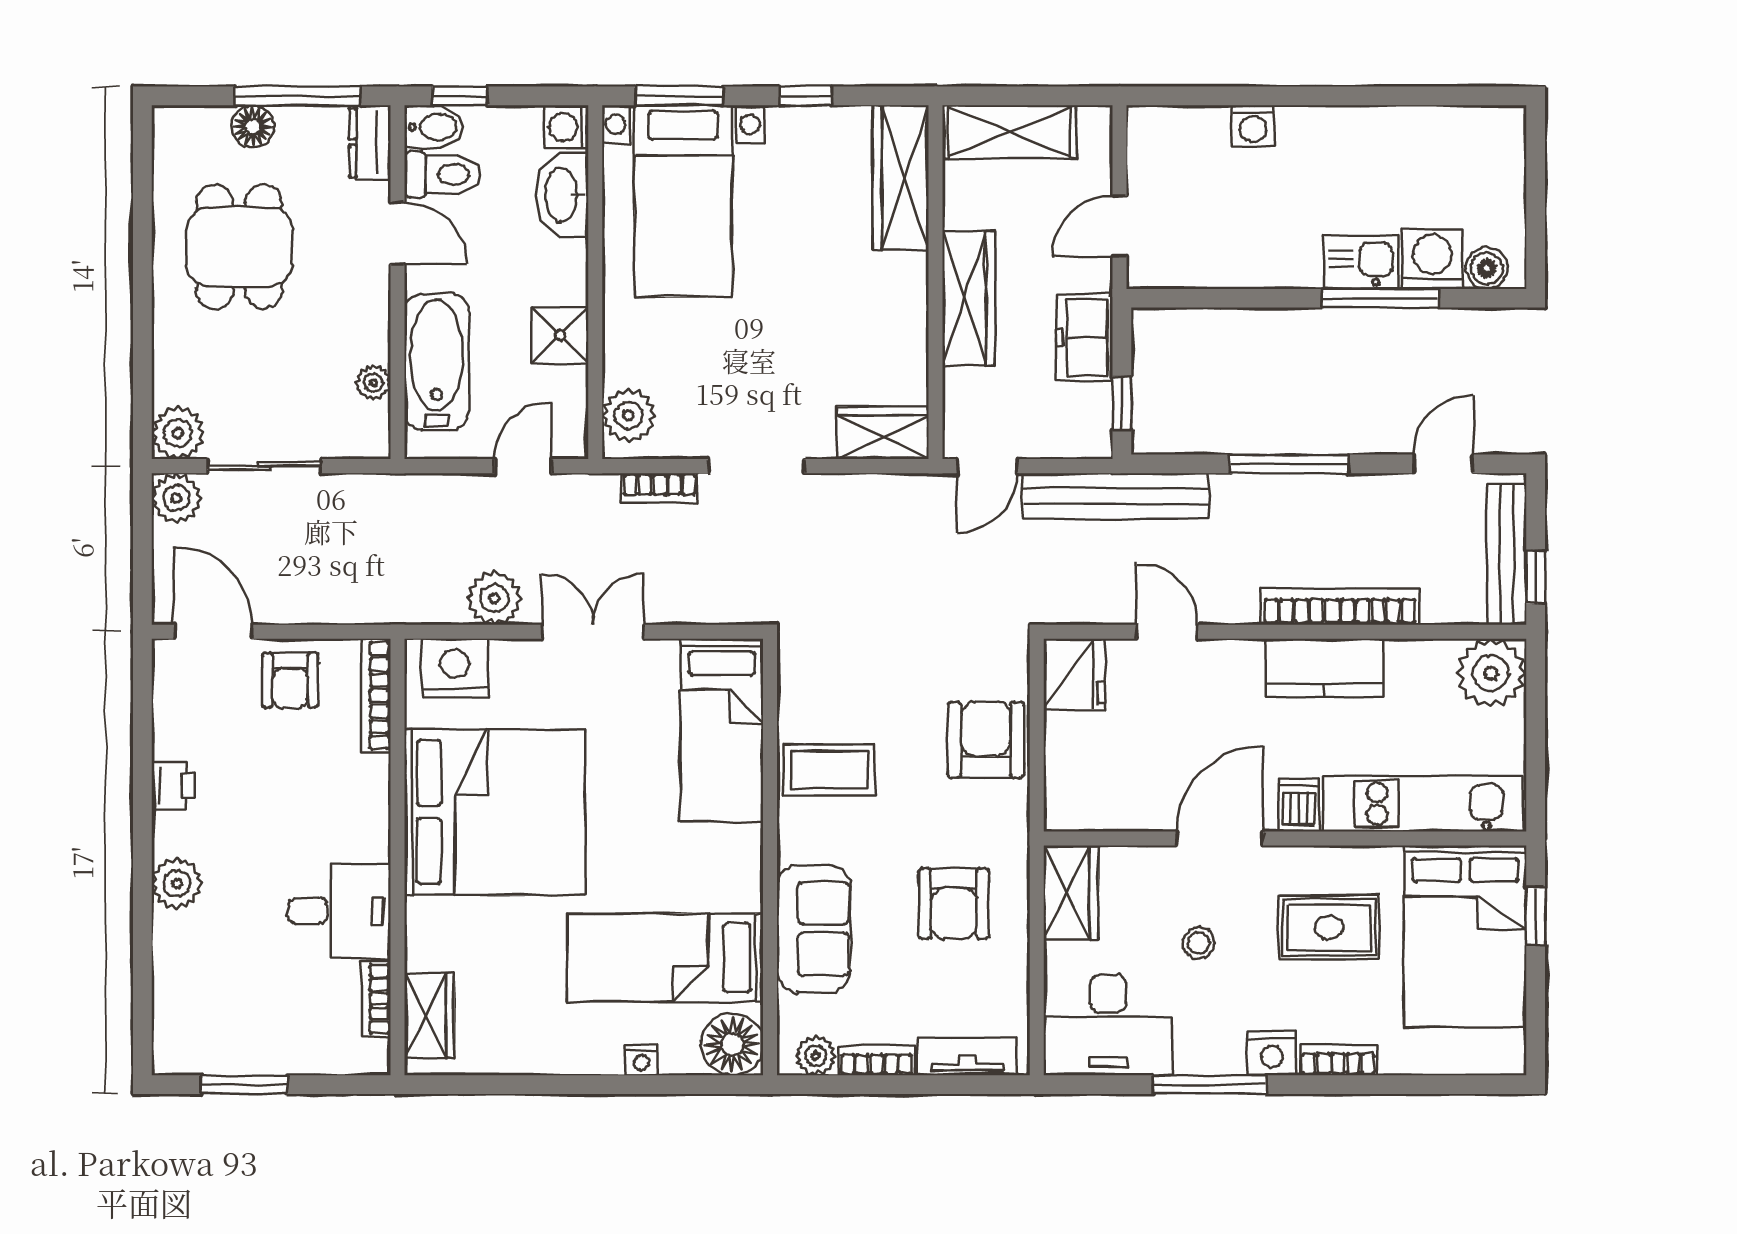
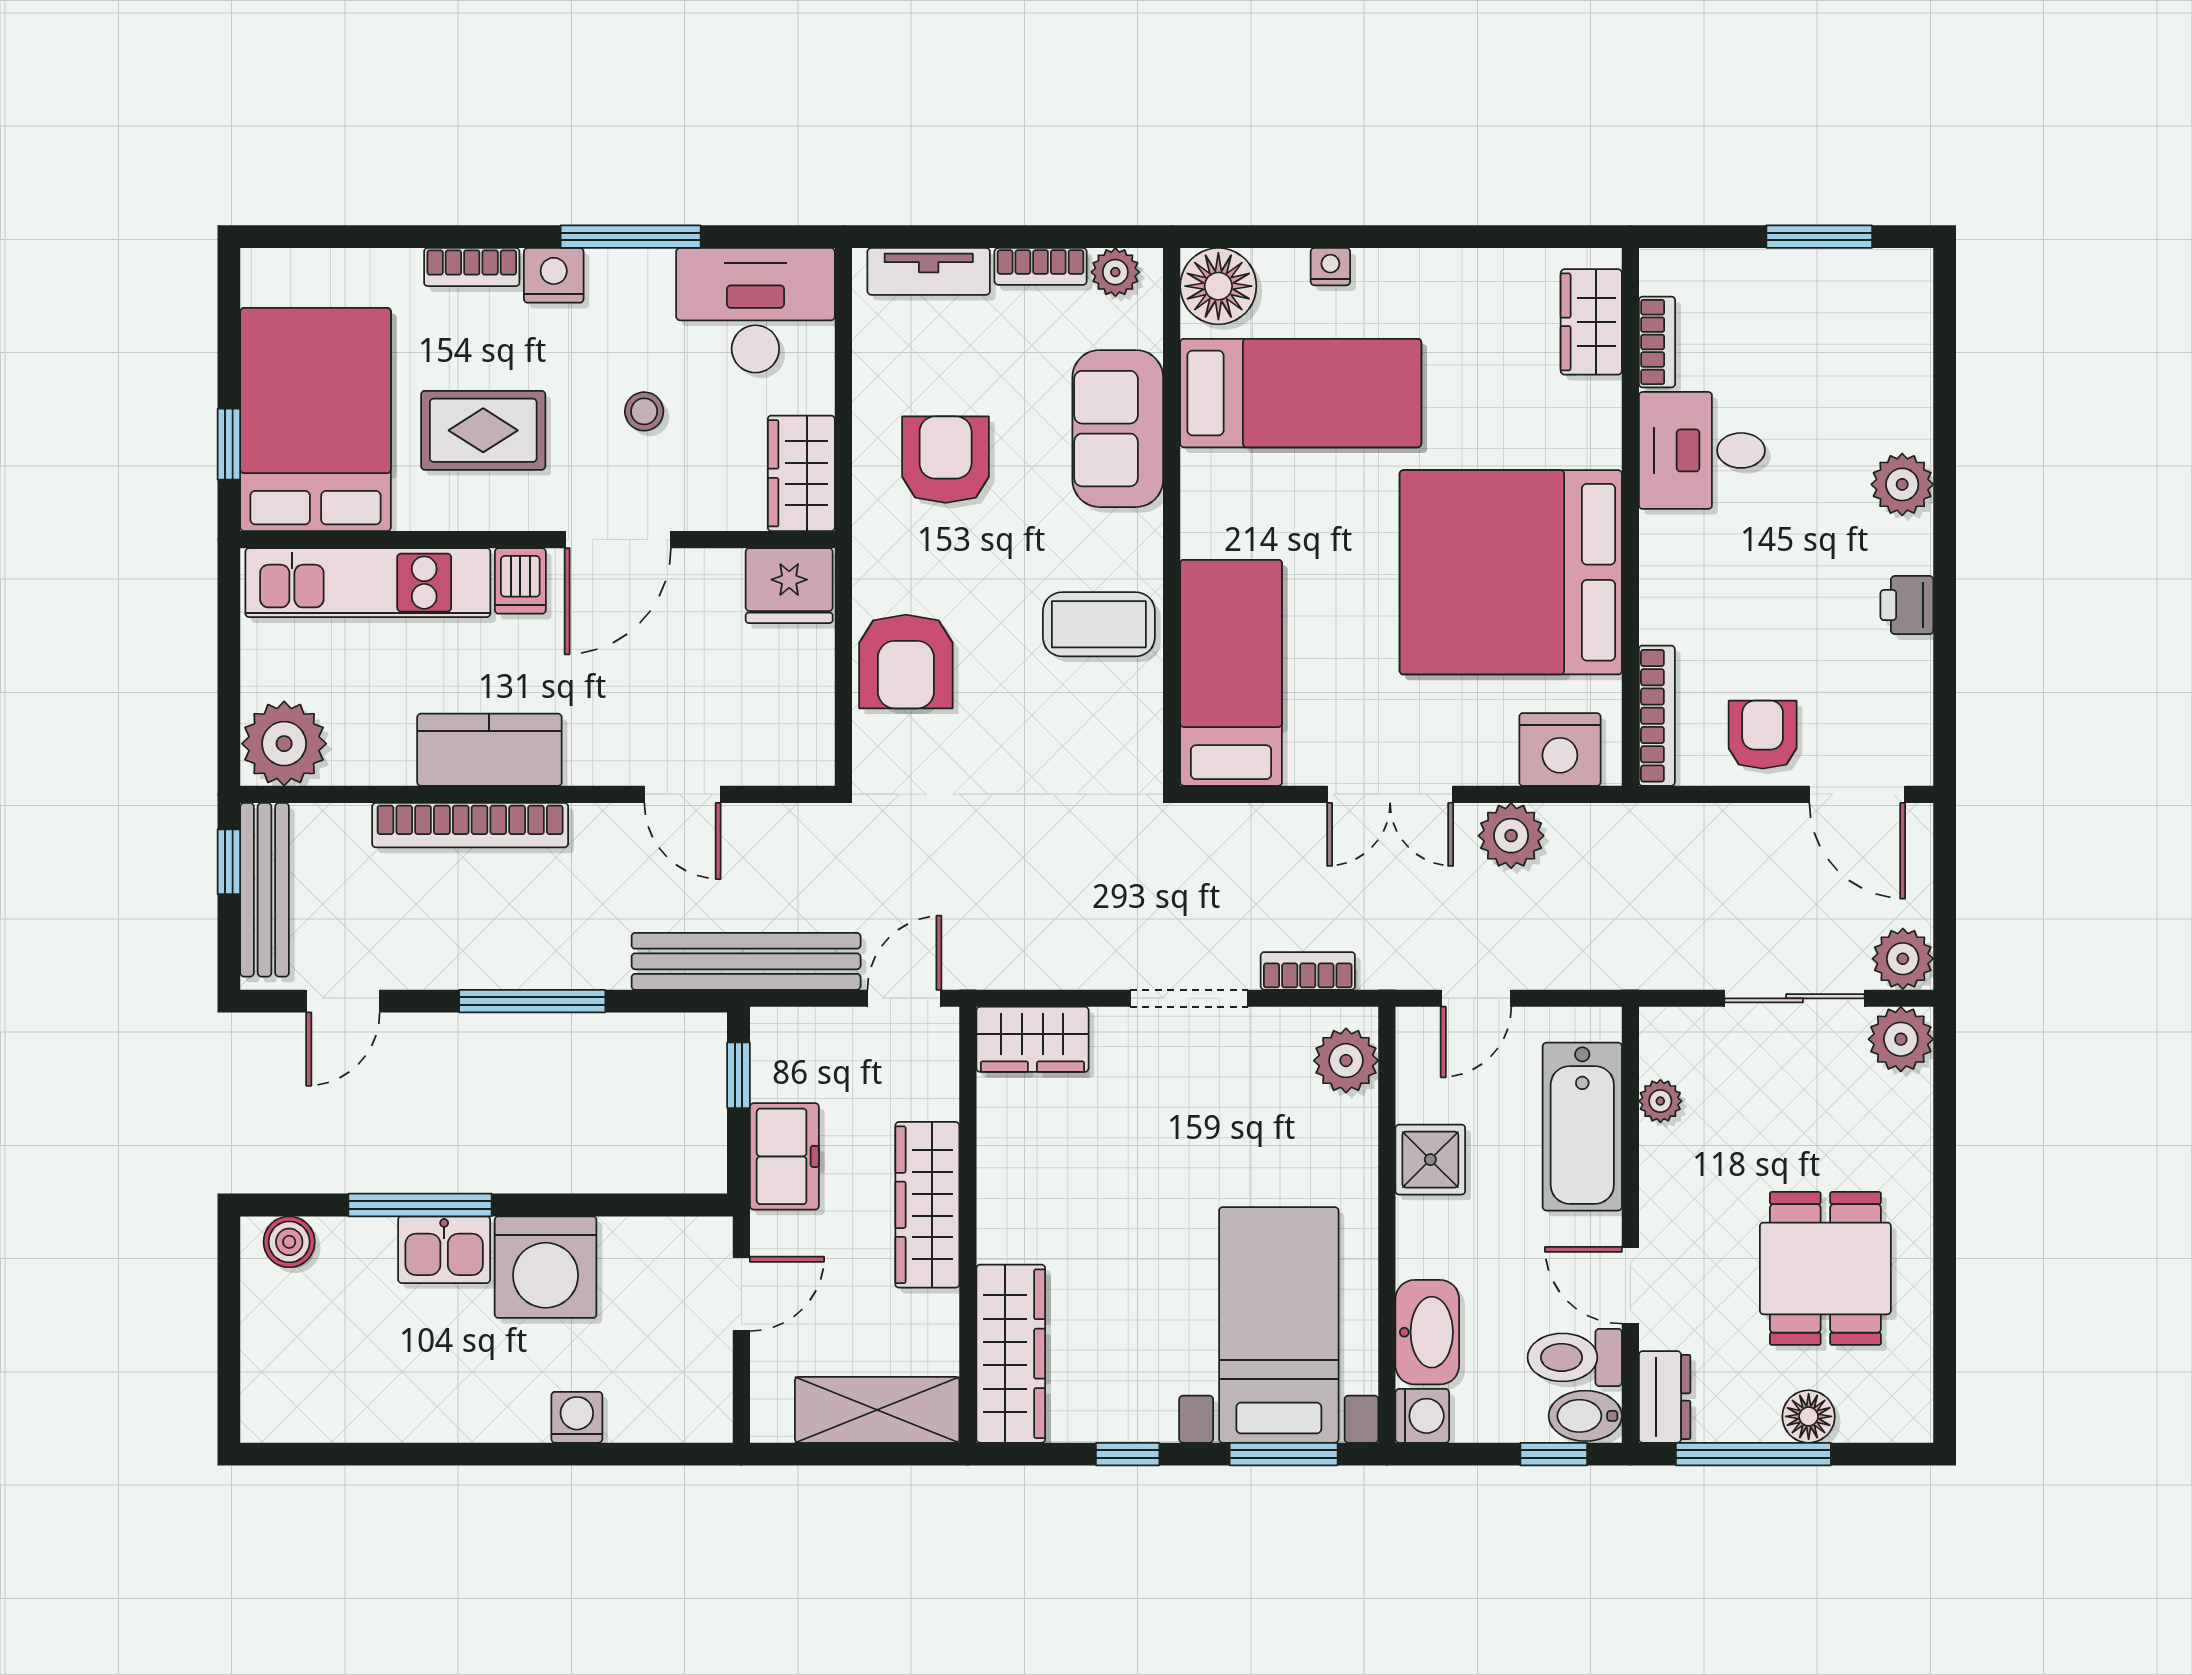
washing machine: (1432, 259) -> (546, 1267), moved, width x1.37, depth x1.37
fridge: (1074, 674) -> (789, 586), moved, turned -90

